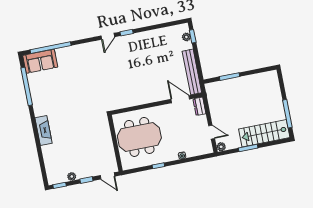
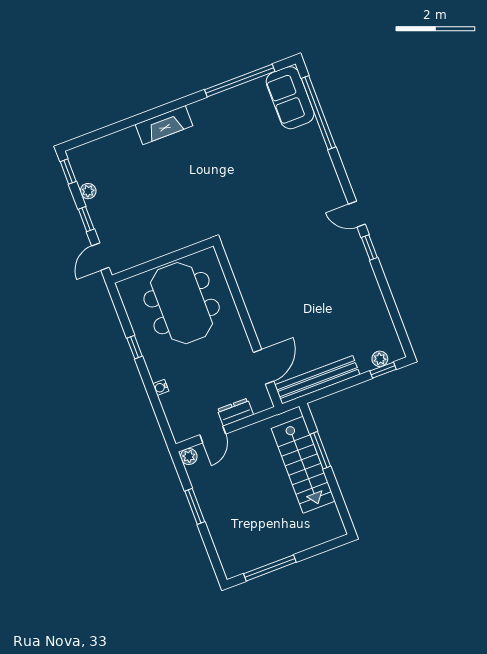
dresser: (199, 106) -> (235, 412), moved
stairs: (264, 133) -> (303, 465), moved, turned 180

